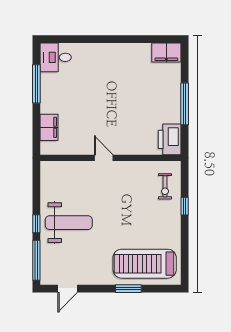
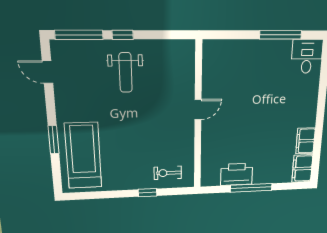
filing cabinet: (49, 127) -> (305, 141), moved, turned 90
printer: (170, 139) -> (237, 174), moved
weight bench: (69, 223) -> (126, 72), width x0.73, depth x0.75

